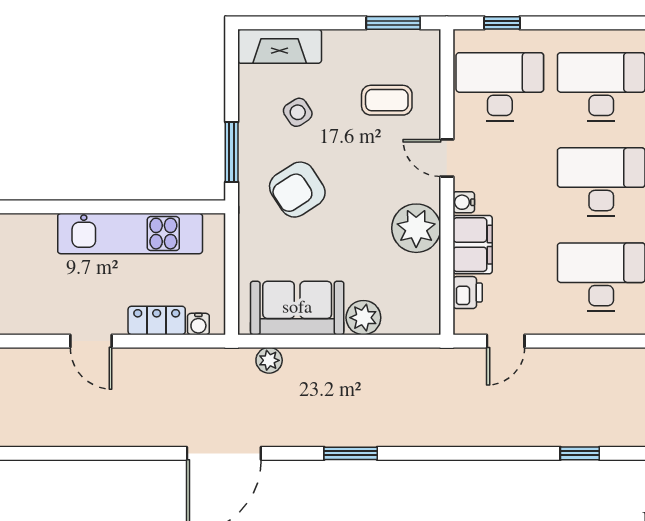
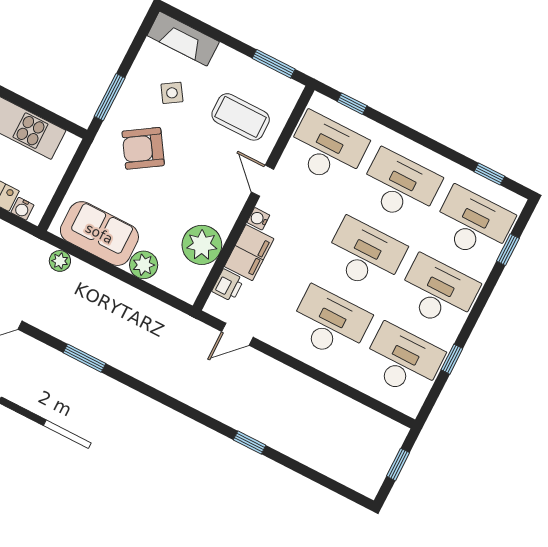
coffee table: (387, 100) -> (241, 117), width x1.36, depth x1.30
plant: (416, 228) -> (202, 245), moved

